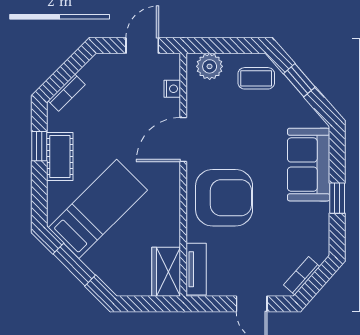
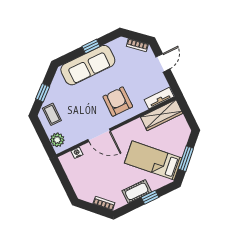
door: (142, 46) -> (63, 178), removed
window: (39, 146) -> (150, 197), moved
sofa: (309, 165) -> (88, 65), width x1.36
armchair: (224, 198) -> (118, 102), width x0.73, depth x0.73
wardrobe: (166, 272) -> (162, 115), width x1.50

